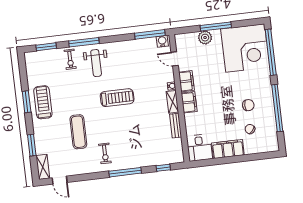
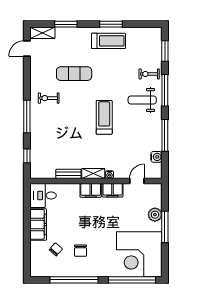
window: (150, 34) -> (165, 135), moved
water cooler: (162, 41) -> (156, 157), moved
treadmill: (117, 98) -> (104, 117), turned 180

